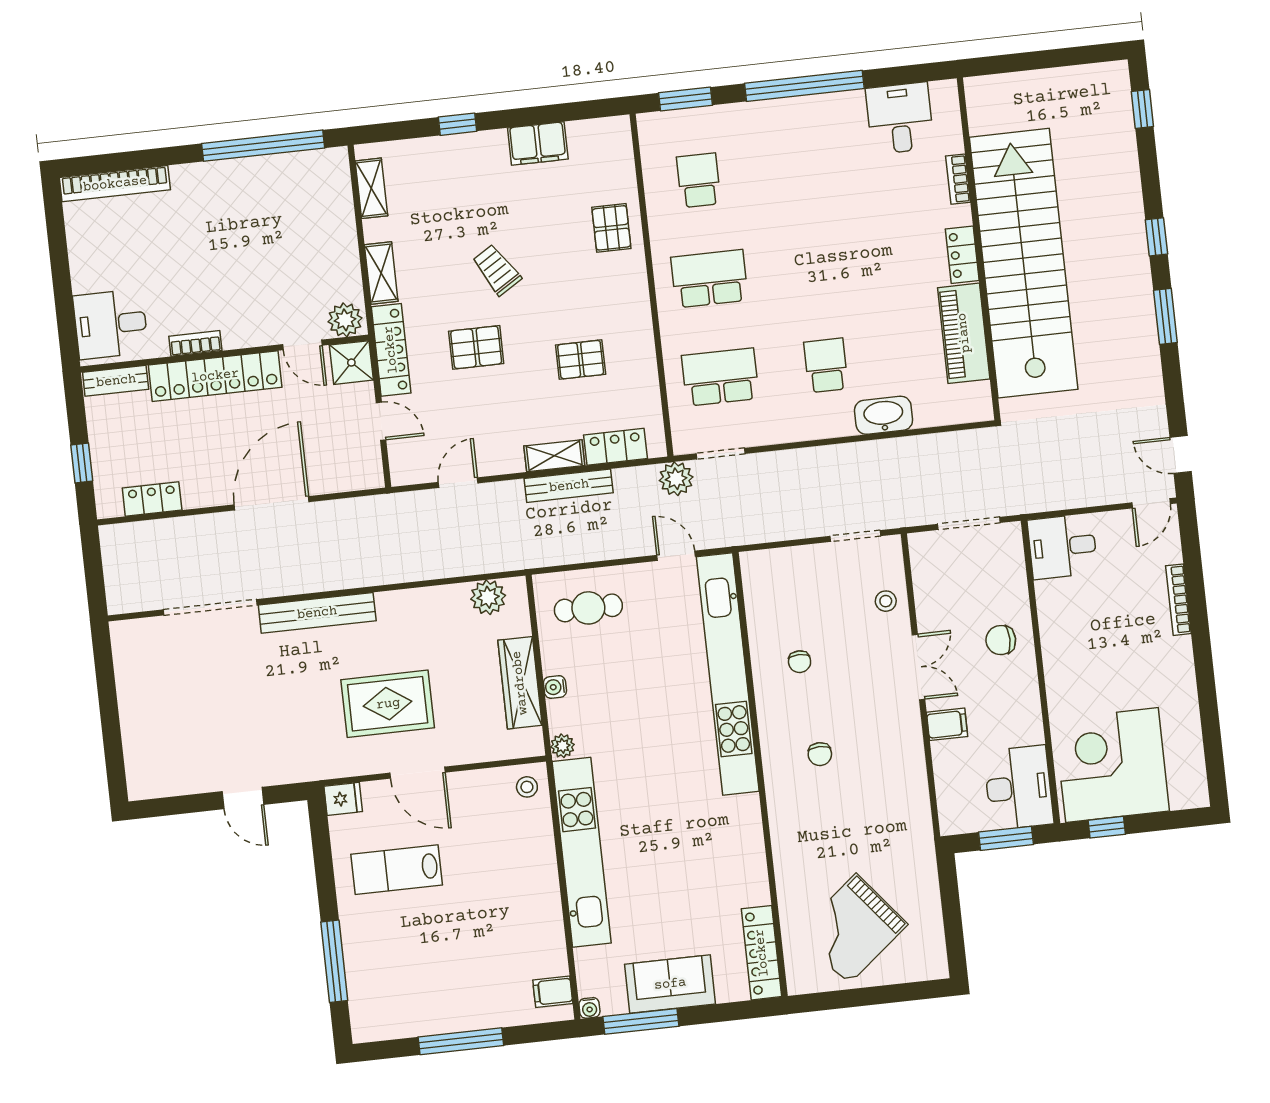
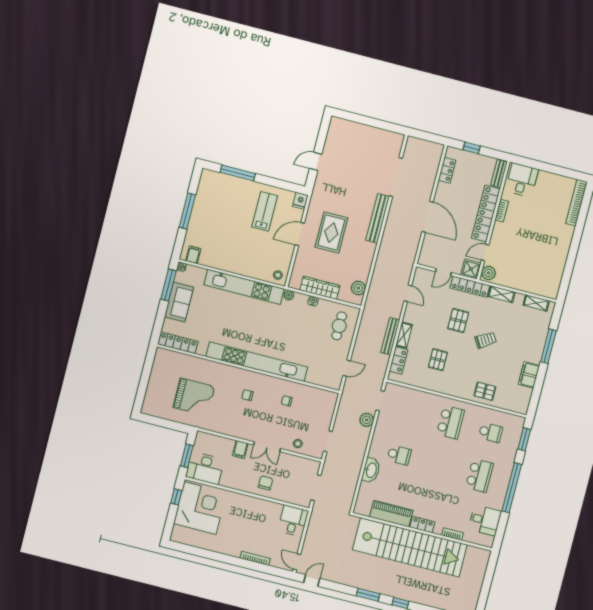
window: (457, 124) -> (548, 346), width x2.17
window: (263, 146) -> (569, 267), removed
school desk: (720, 377) -> (479, 475), moved
plant: (676, 479) -> (367, 420), moved
kitchen unit: (728, 674) -> (257, 362), moved
grand piano: (852, 929) -> (194, 397), moved, turned 129

